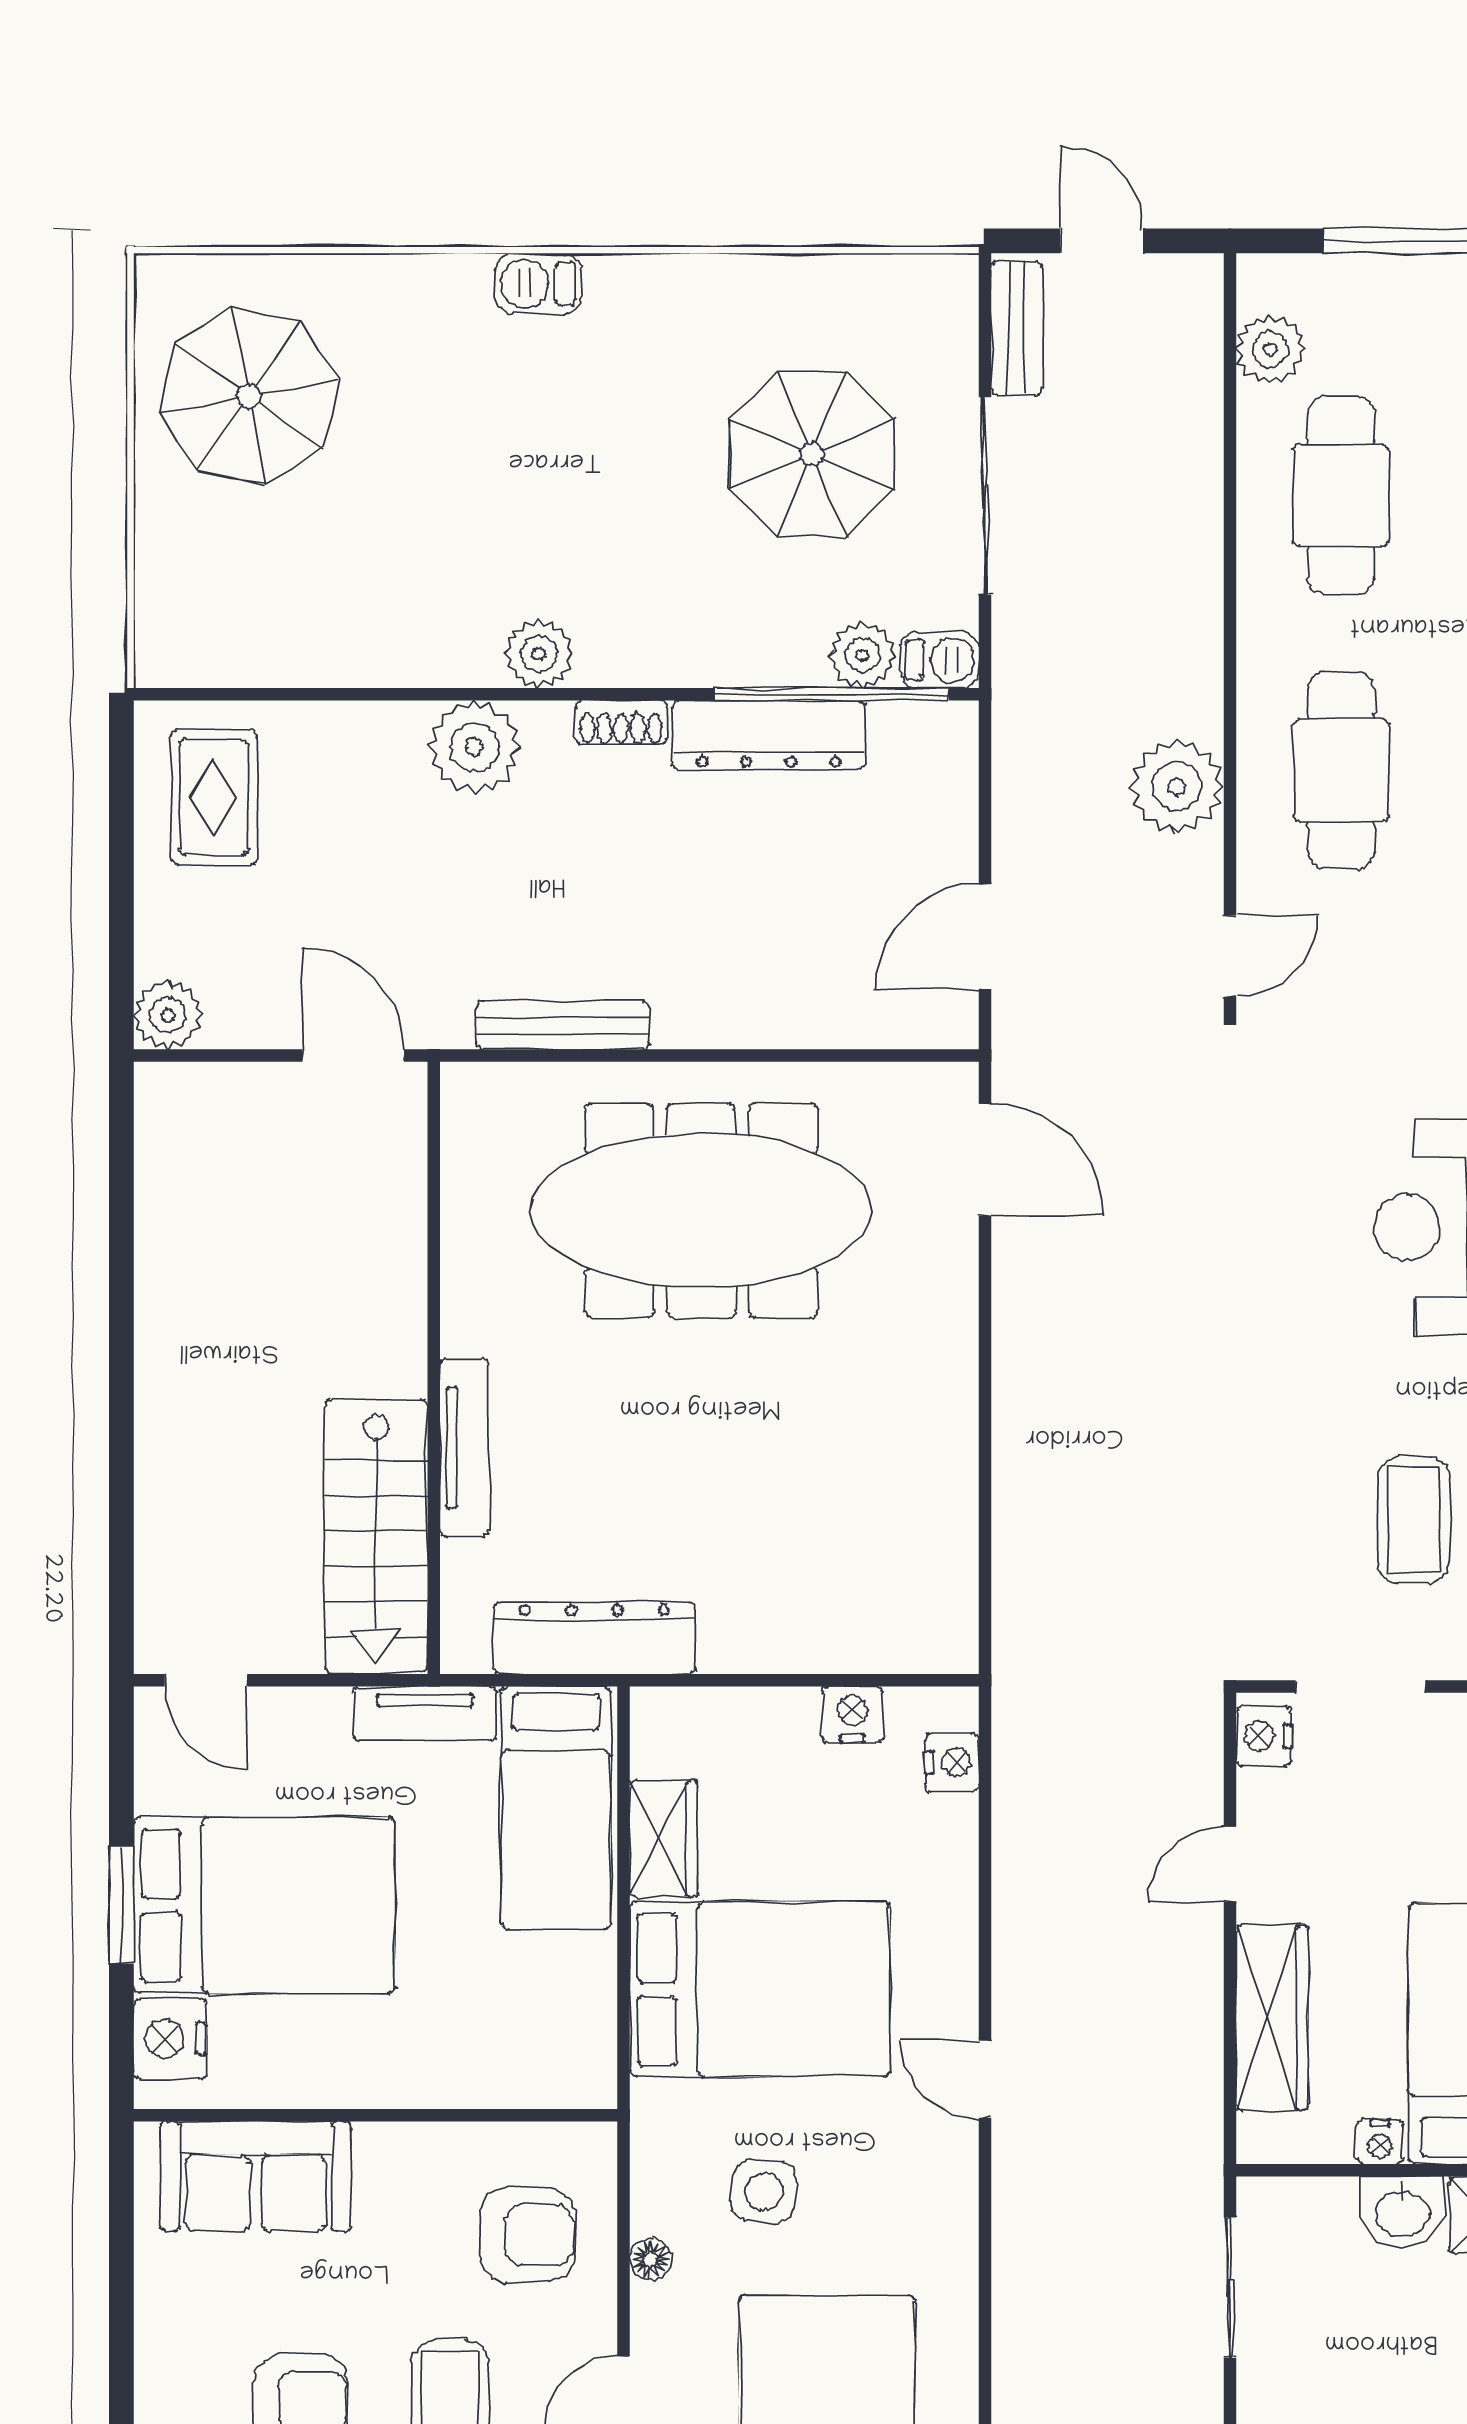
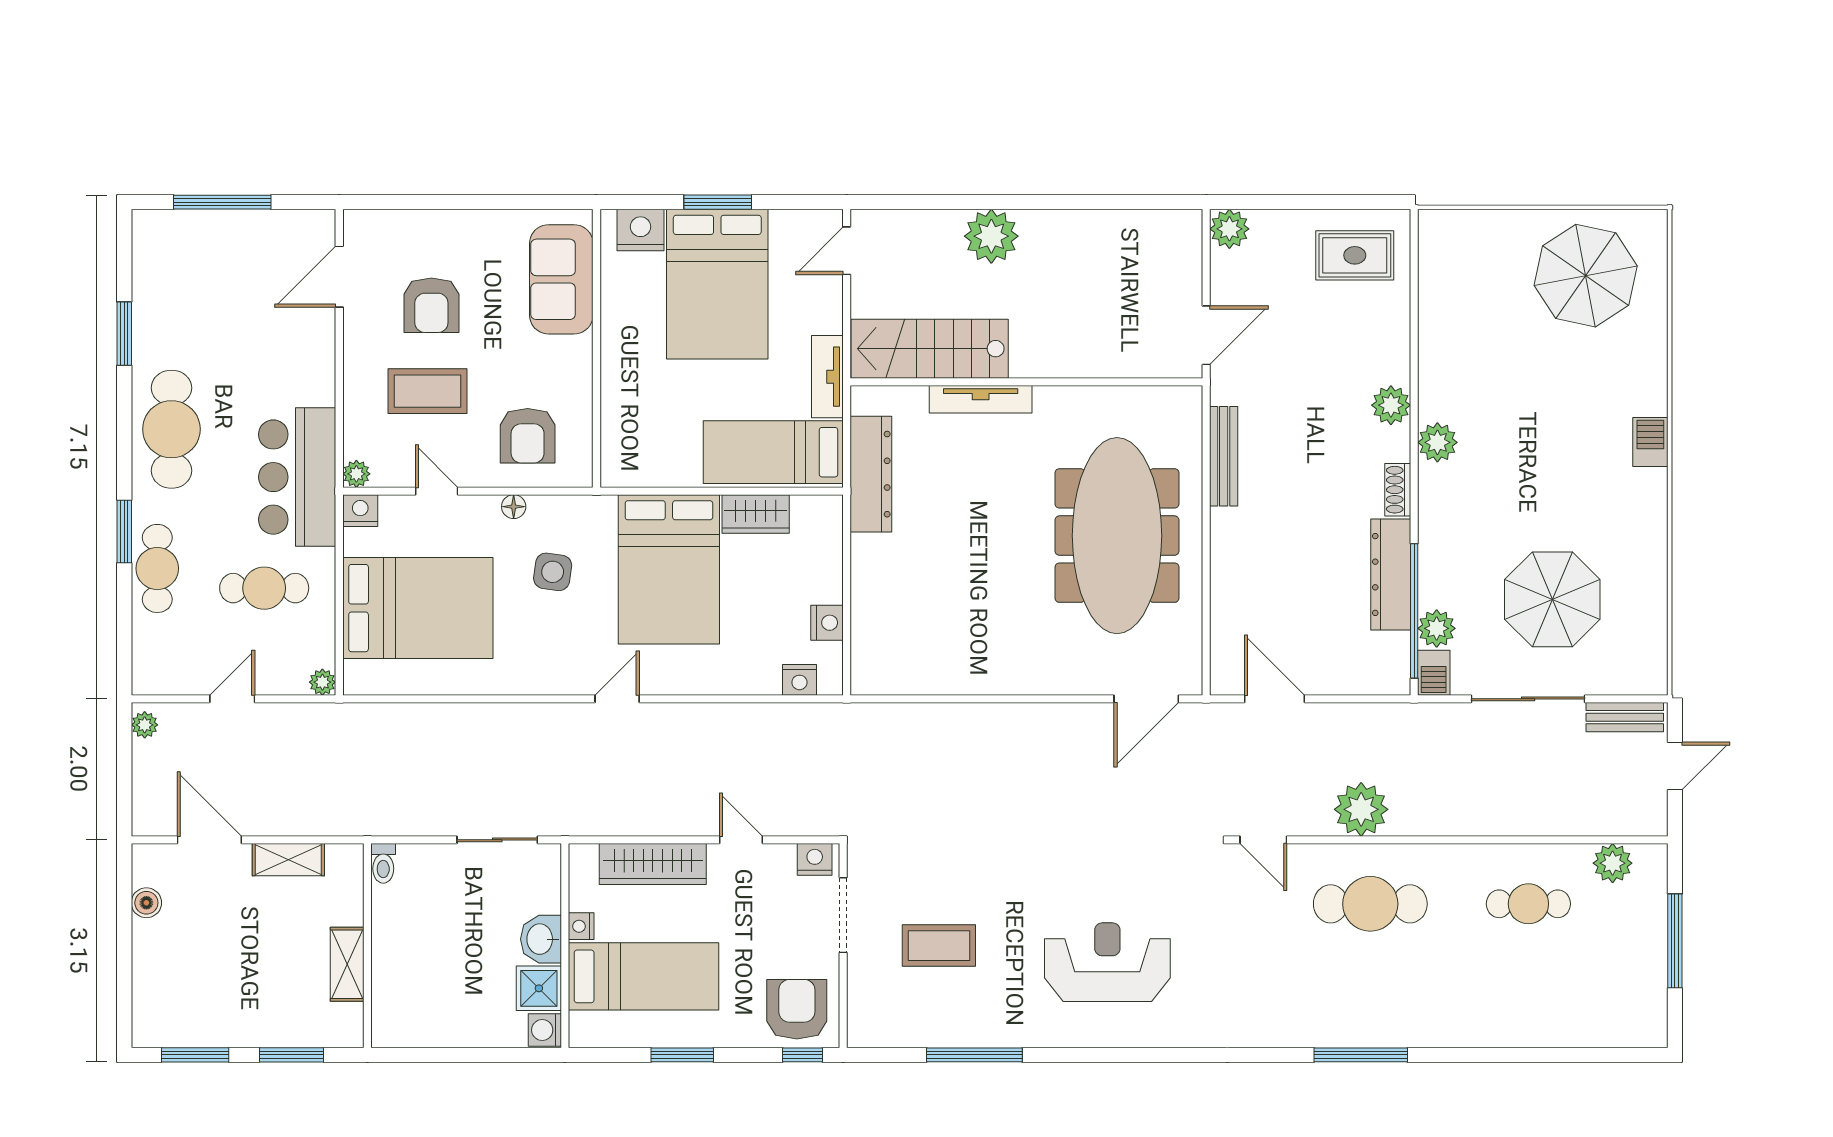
cafe table: (1341, 496) -> (1528, 904), width x0.73, depth x0.74
plant: (474, 747) -> (1391, 405), width x0.73, depth x0.73
plant: (181, 1429) -> (991, 236), added

